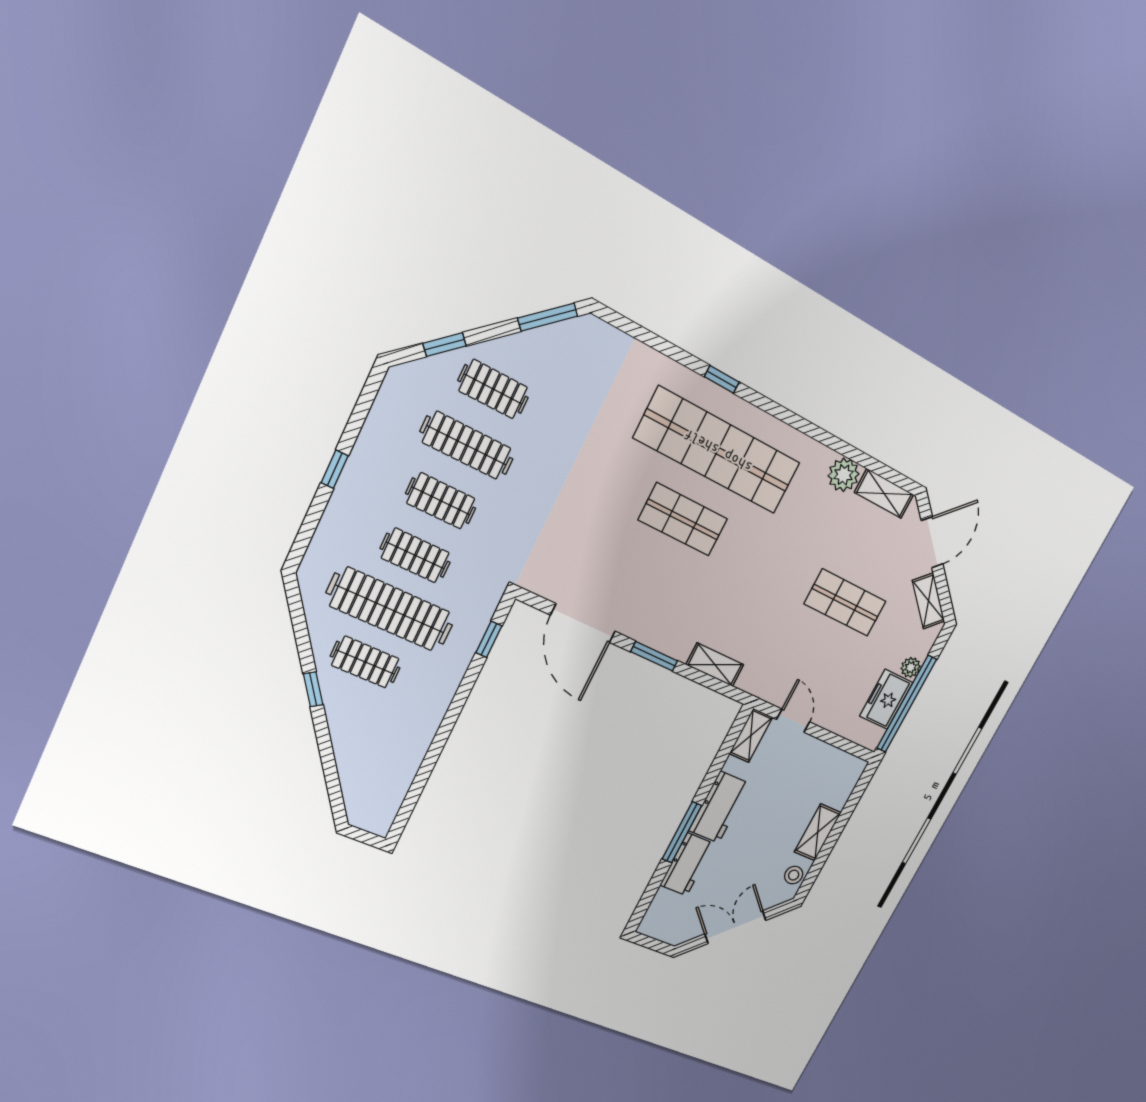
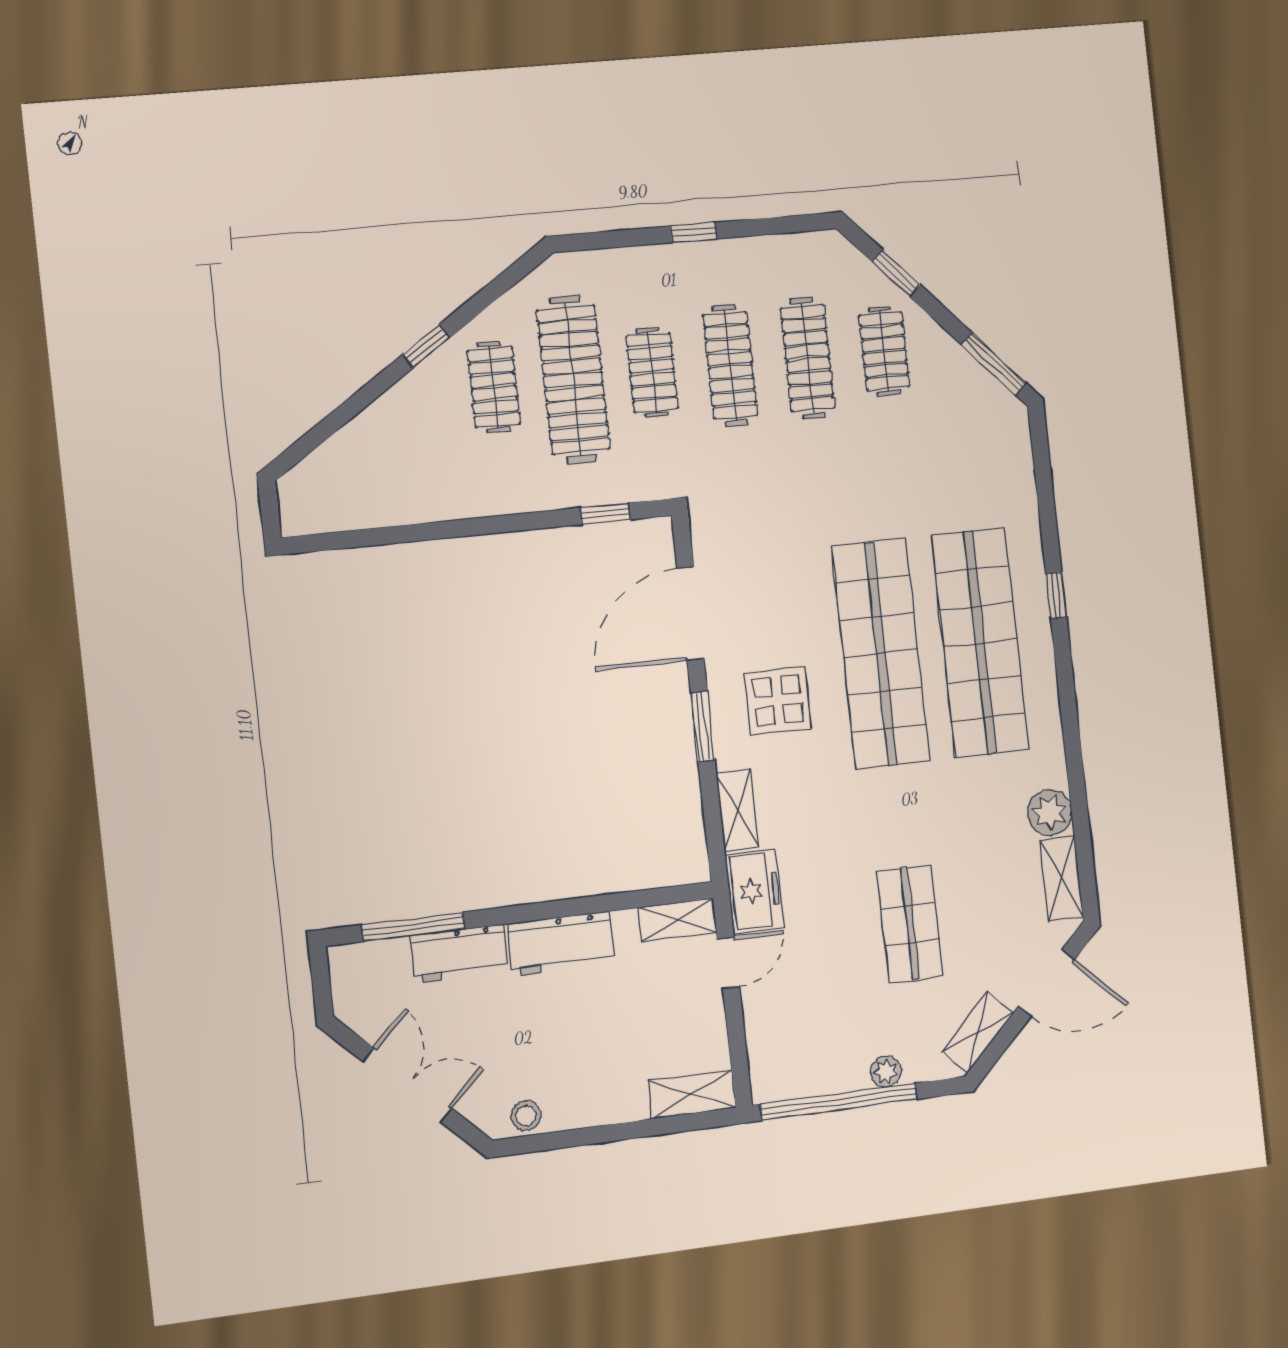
clothes rail: (441, 501) -> (730, 365), width x1.36
shop shelf: (683, 519) -> (881, 654), width x2.00, depth x1.36
display table: (669, 602) -> (778, 700), added
freezer: (886, 699) -> (754, 891), moved, turned 90
window: (682, 832) -> (413, 927), moved
shelving: (818, 832) -> (692, 1094), moved

